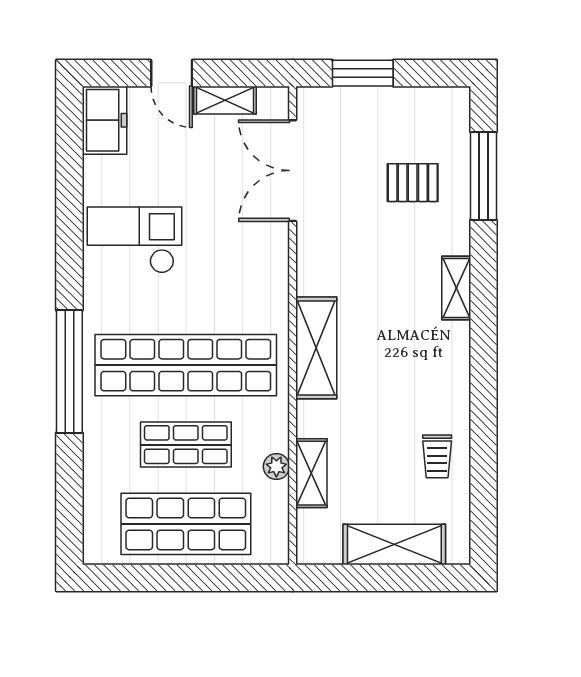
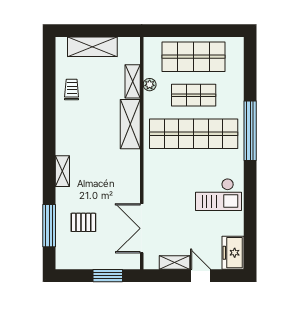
double door: (293, 171) -> (142, 228), swing flipped
shelving: (316, 348) -> (130, 124), moved

